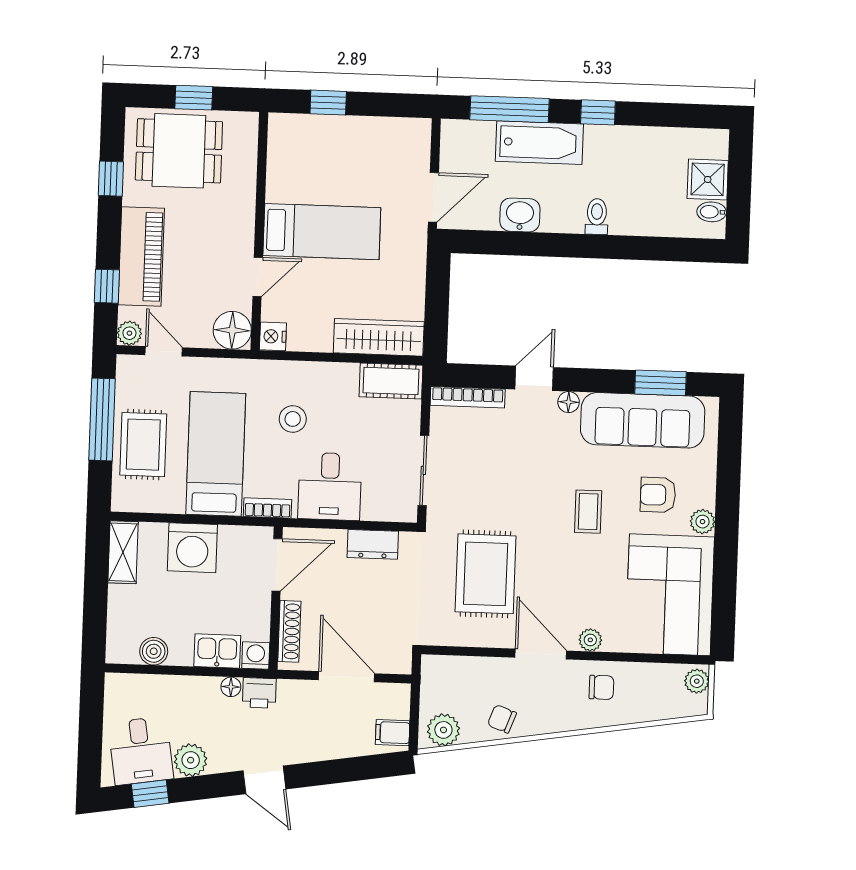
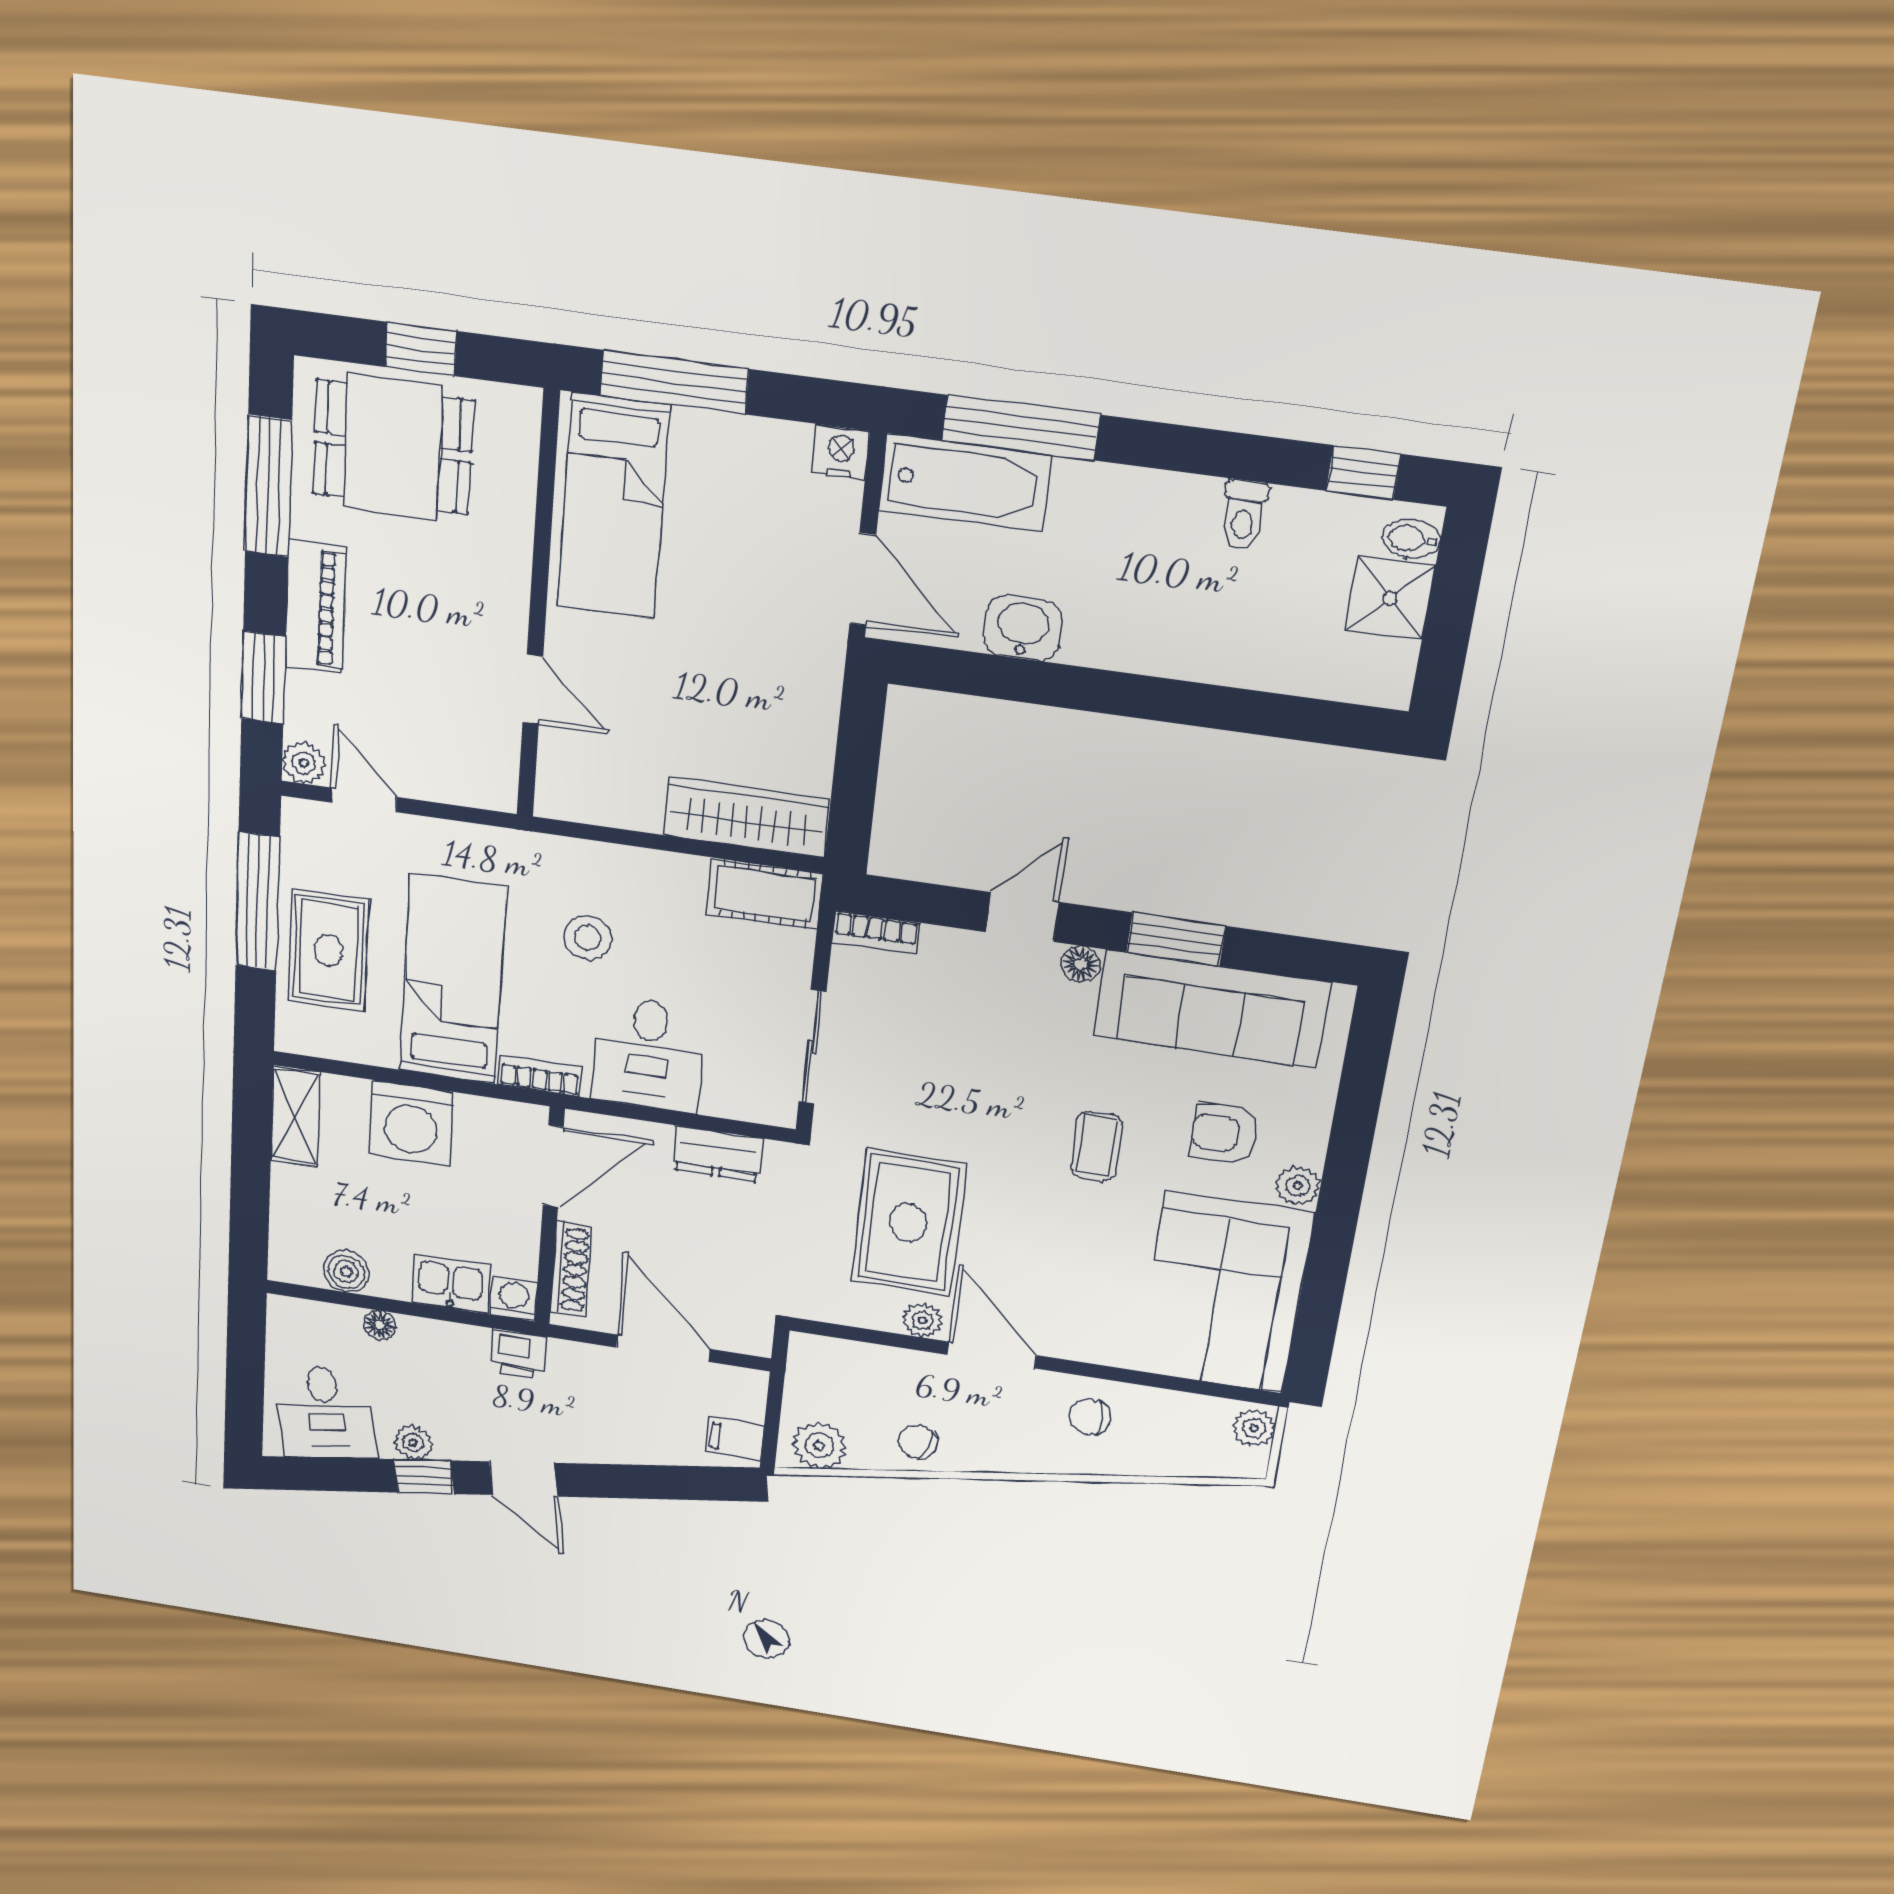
window: (328, 103) -> (674, 382), width x2.17
window: (598, 112) -> (1363, 473), moved
bathtub: (539, 143) -> (965, 483), moved
window: (111, 179) -> (268, 486), width x2.17
door: (433, 197) -> (863, 579), hinge flipped
bidet: (712, 212) -> (1411, 539), moved
toilet: (597, 217) -> (1244, 515), moved, turned 180
bed: (322, 232) -> (613, 507), moved, turned 90
piano: (141, 256) -> (316, 607), width x0.73, depth x0.75
door: (258, 277) -> (533, 689), hinge flipped
window: (107, 286) -> (263, 678), width x1.50
floor lamp: (232, 330) -> (485, 777), removed
nightstand: (273, 336) -> (841, 452), moved, turned 90
window: (661, 383) -> (1176, 939), moved
bookcase: (468, 397) -> (876, 932), width x0.64
plant: (590, 640) -> (923, 1320), moved
floor lamp: (231, 687) -> (380, 1325), moved
chair: (601, 687) -> (1090, 1417), turned 180
plant: (191, 760) -> (413, 1443), width x0.73, depth x0.73
window: (150, 794) -> (424, 1477), moved

